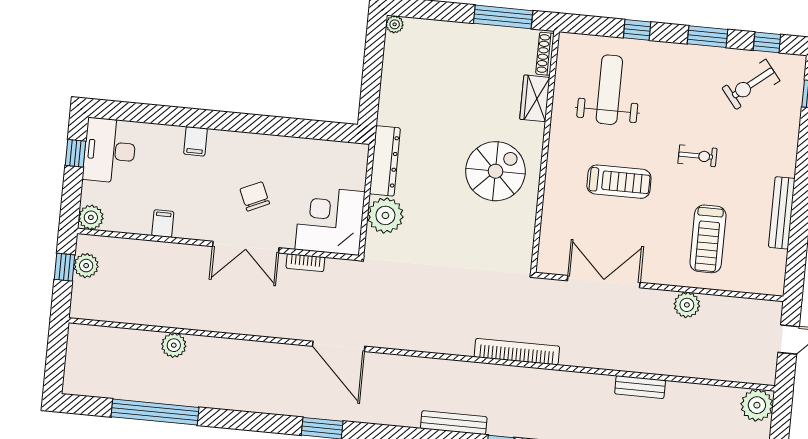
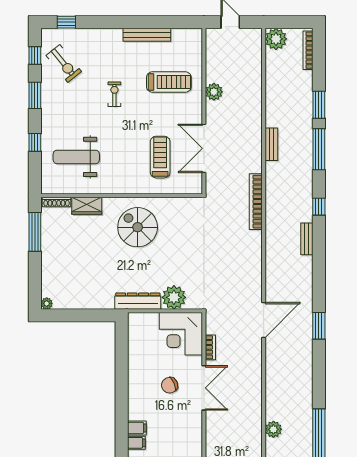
treadmill: (619, 182) -> (160, 157), moved
filing cabinet: (163, 224) -> (136, 443), moved, turned 180
bench: (640, 387) -> (271, 144), moved
bench: (454, 423) -> (307, 239), width x0.73

